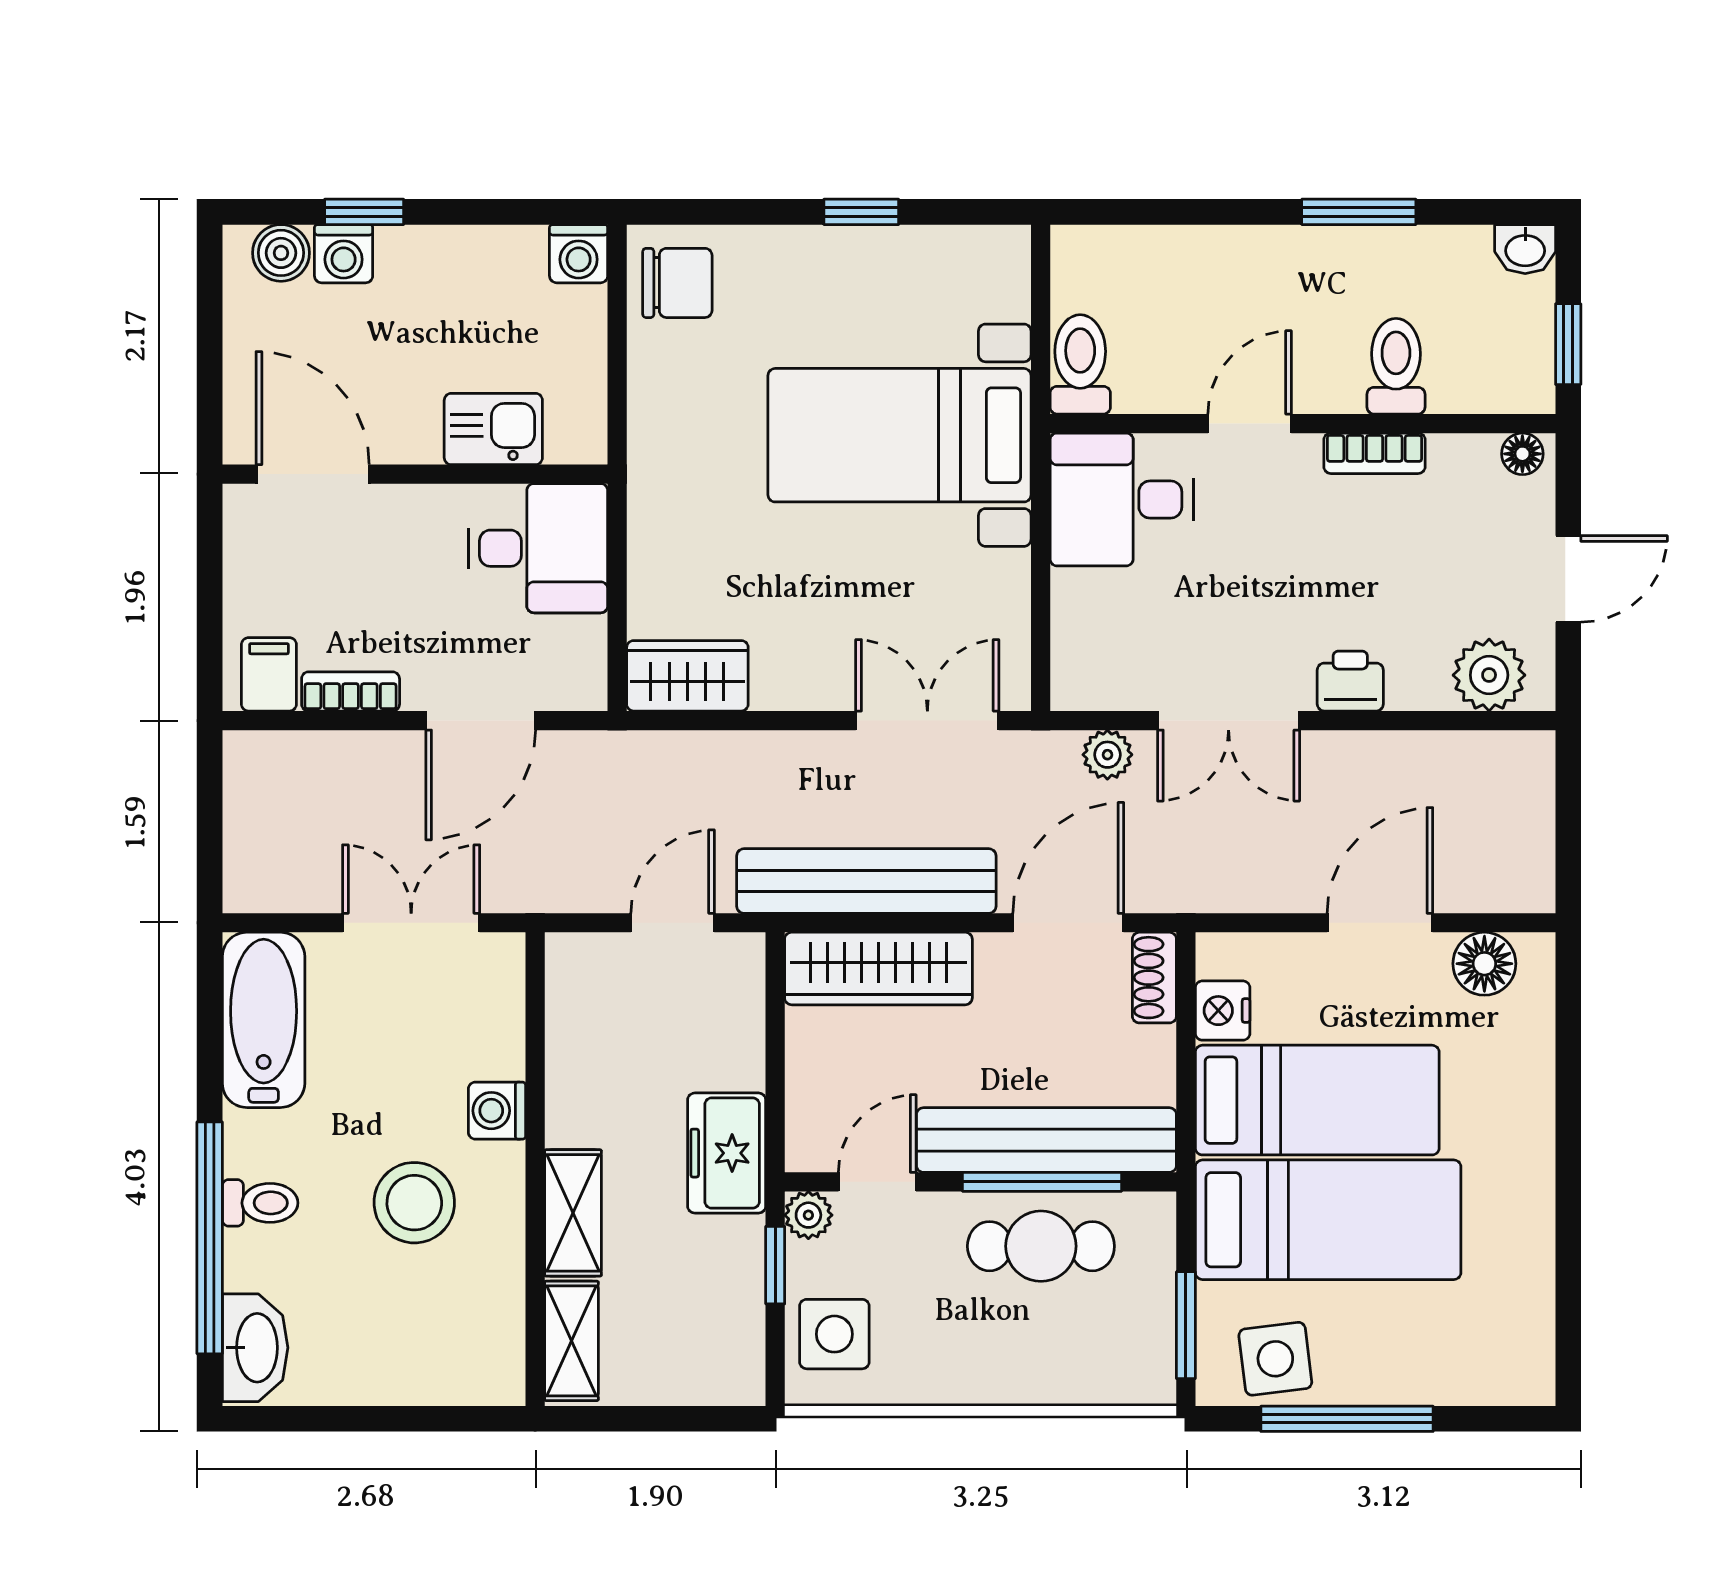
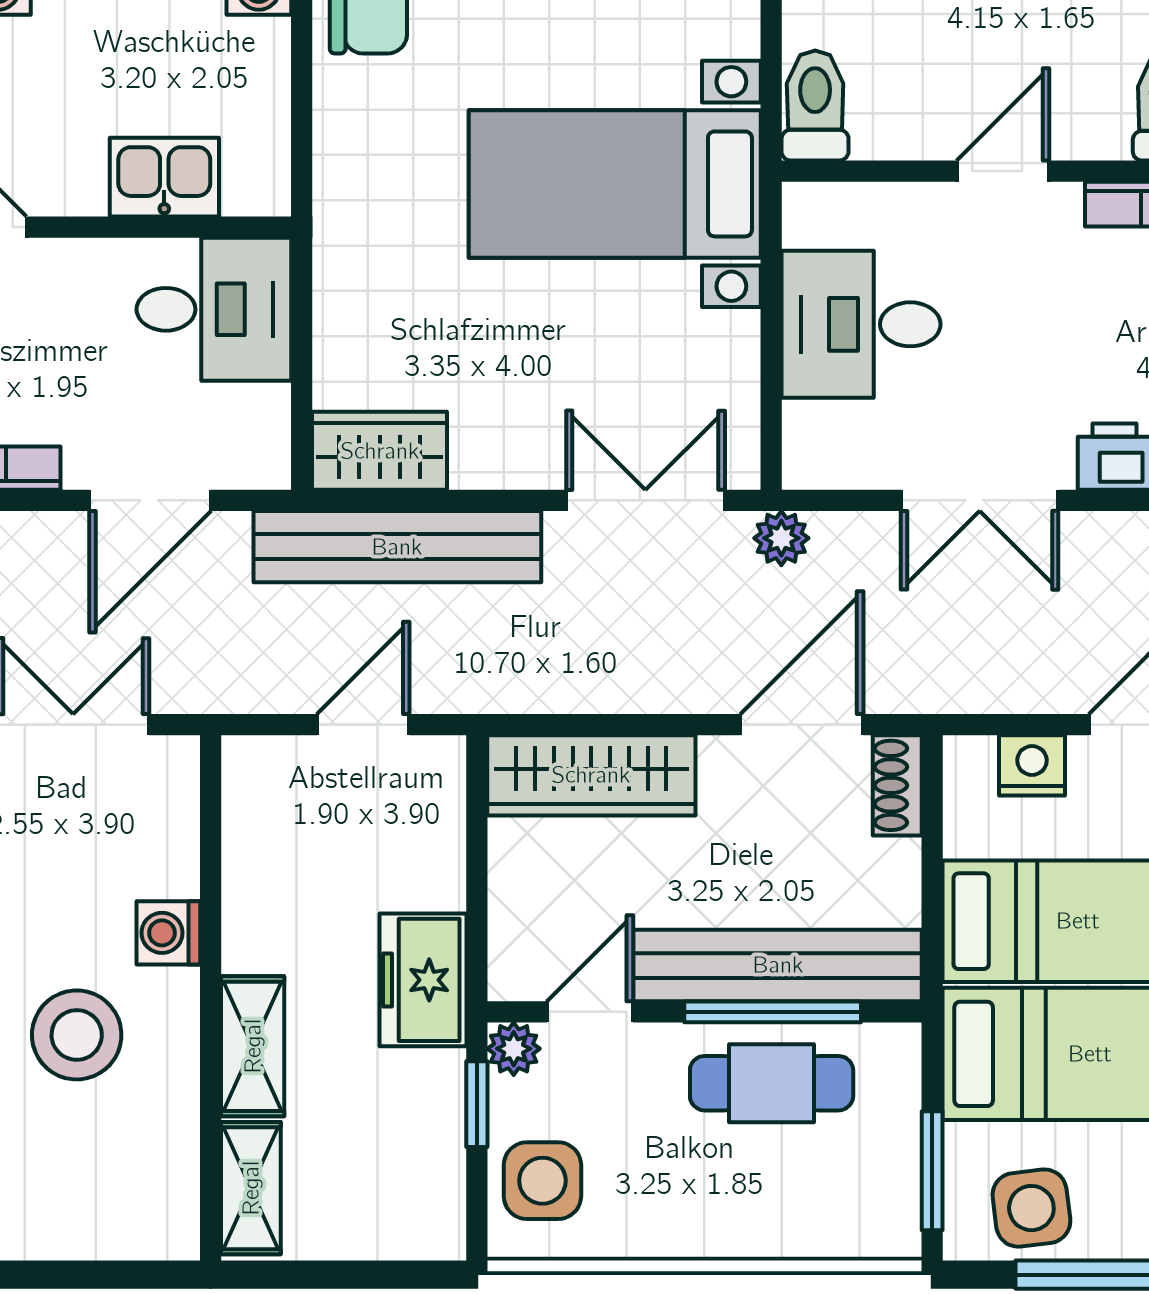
desk: (1122, 499) -> (861, 324), moved
plant: (1107, 755) -> (781, 538), moved
bench: (866, 881) -> (397, 547), moved
nightstand: (1223, 1011) -> (1032, 765), moved, turned 90

